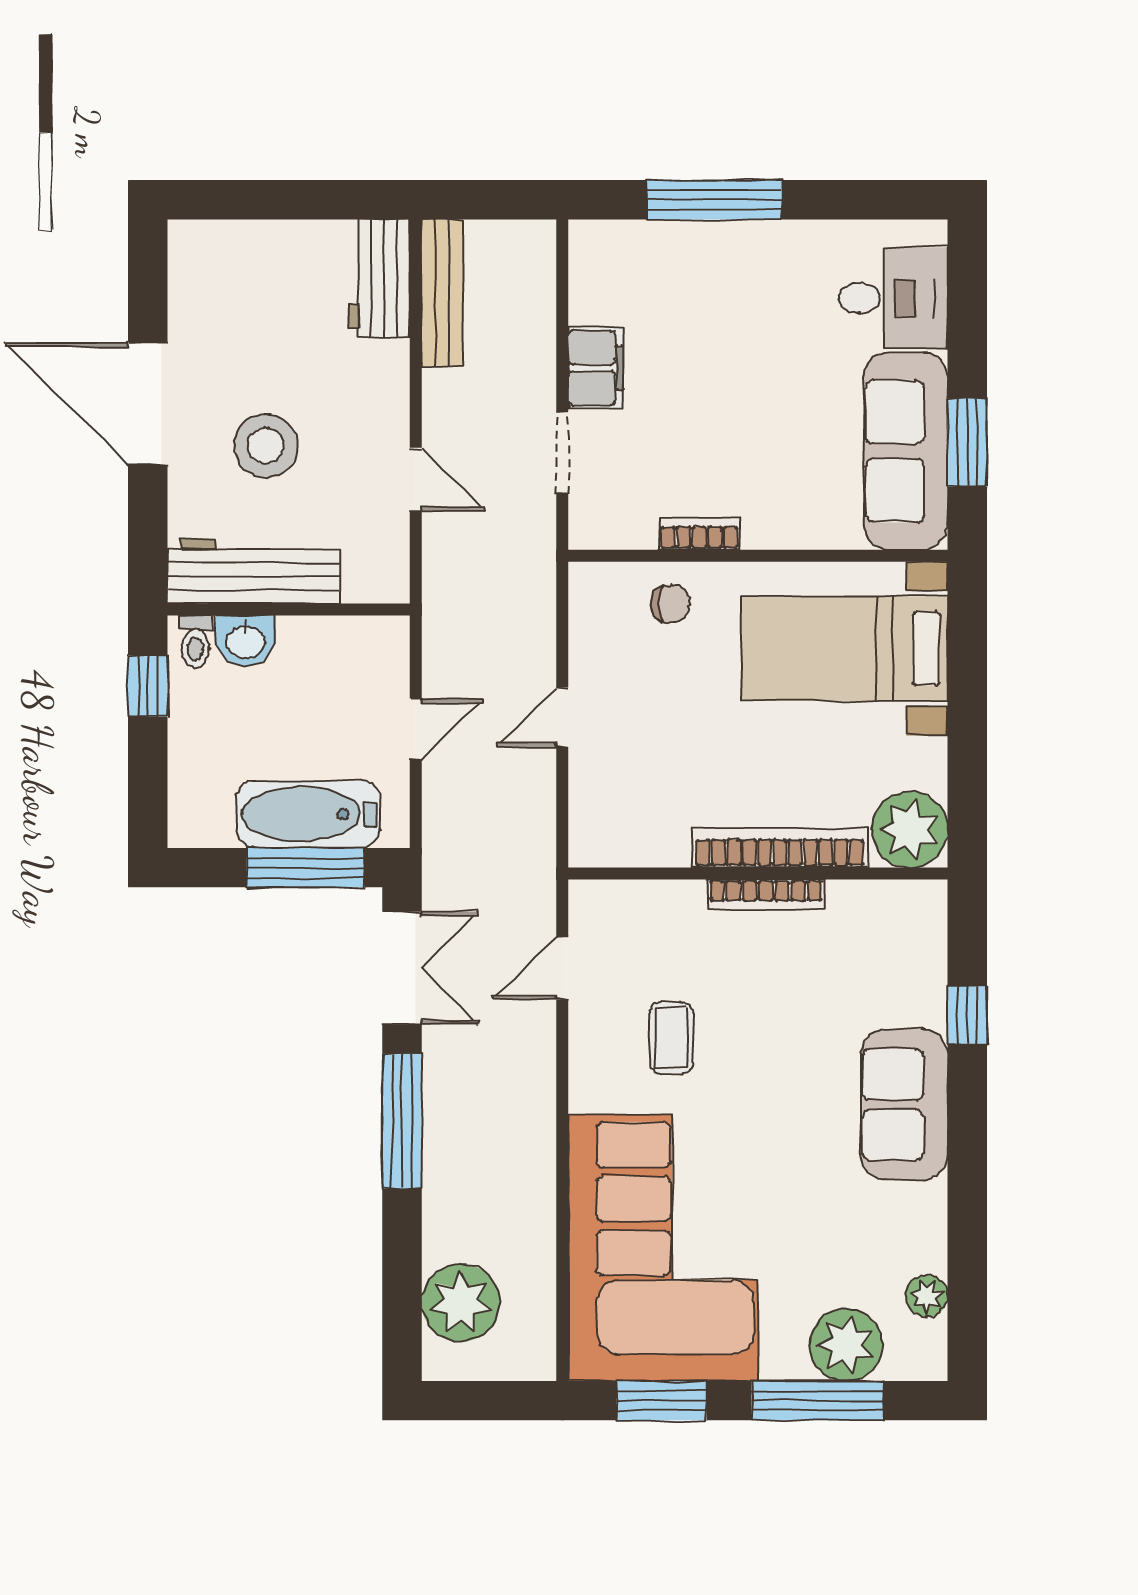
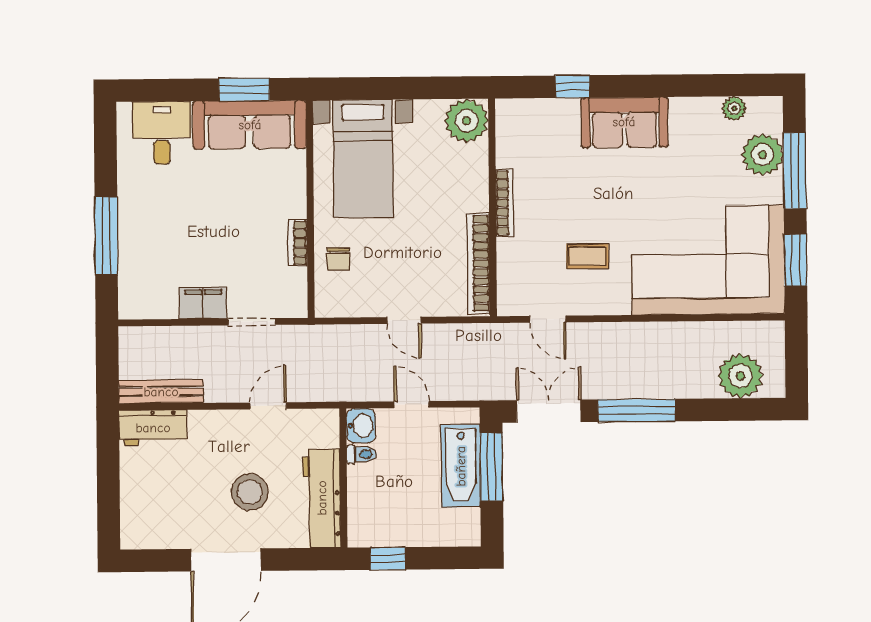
chair: (671, 604) -> (338, 259), turned 180
toilet: (195, 641) -> (362, 454), moved
washbasin: (245, 641) -> (361, 426), moved
bookcase: (780, 848) -> (478, 263), moved

